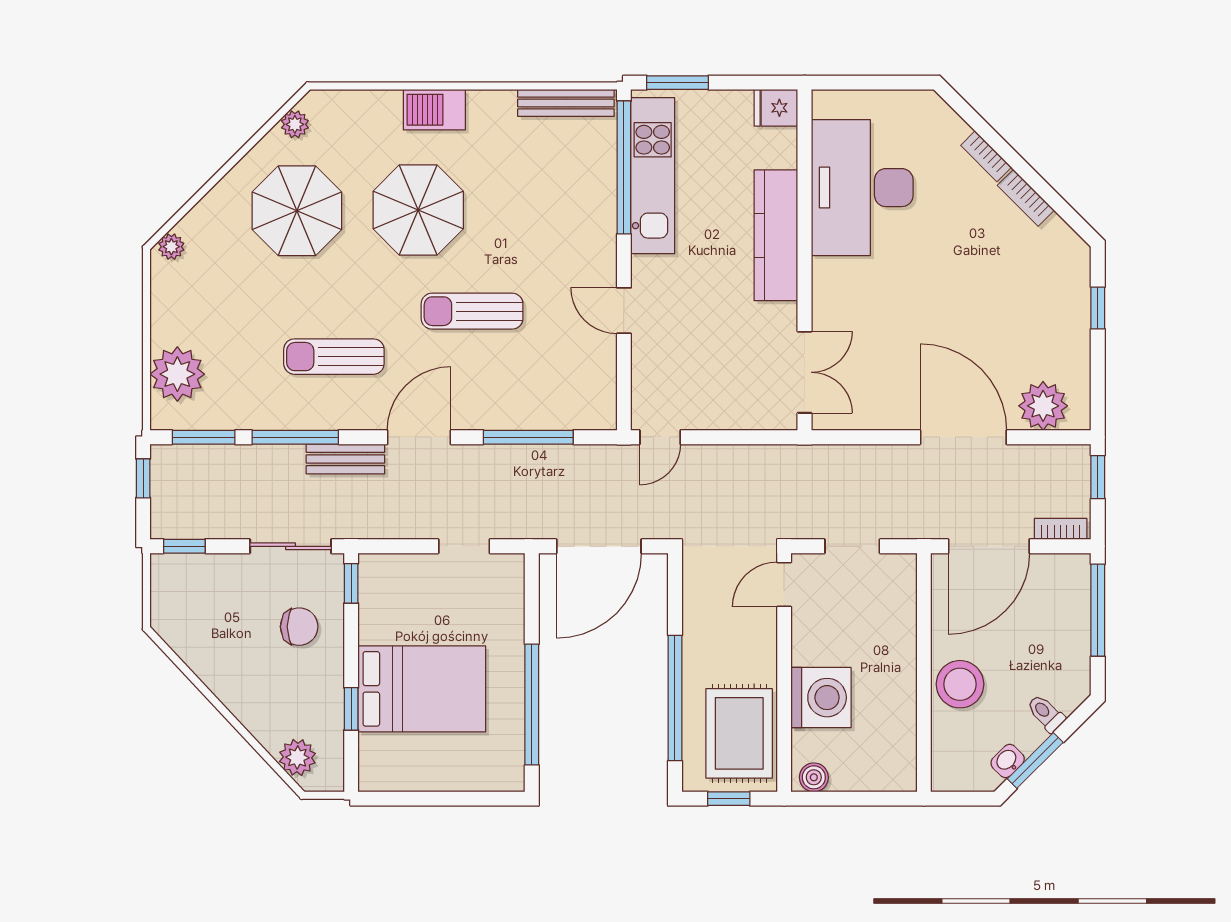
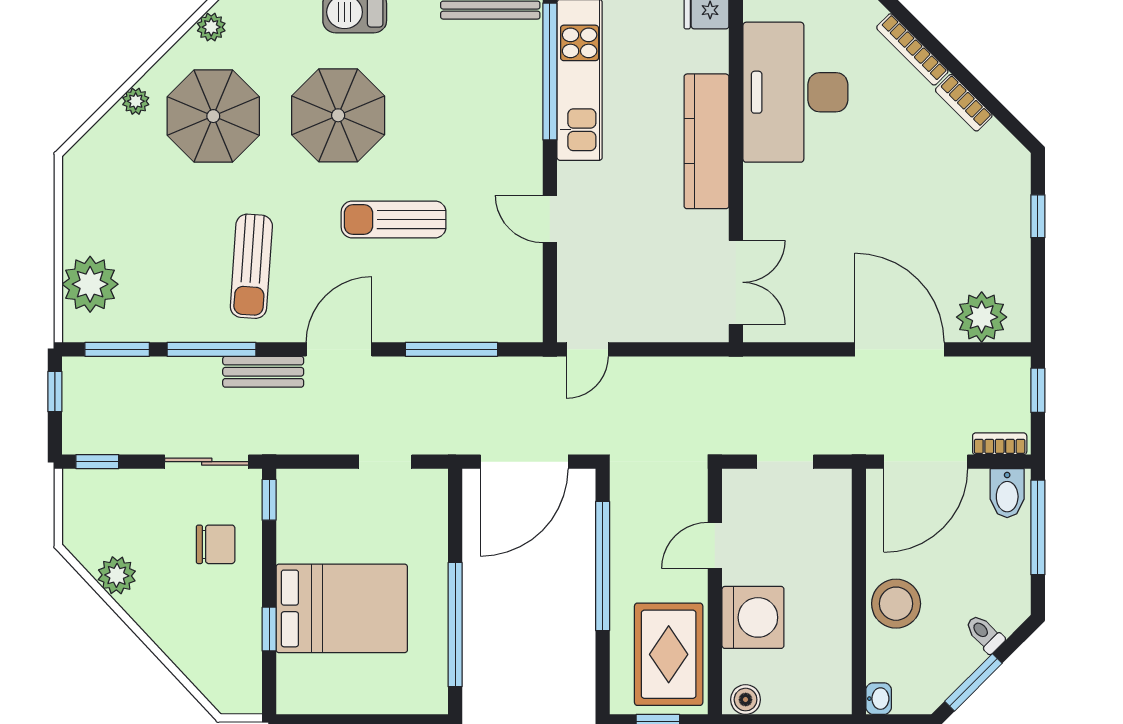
bookcase: (986, 156) -> (912, 49), width x1.56
plant: (171, 247) -> (136, 101), moved
sun lounger: (334, 357) -> (251, 266), turned -86
bidet: (1068, 577) -> (1007, 493), added
door: (784, 584) -> (715, 545), moved
window: (675, 698) -> (603, 566), moved
plant: (297, 757) -> (117, 575), moved
washbasin: (1008, 761) -> (879, 699), moved, turned 135

